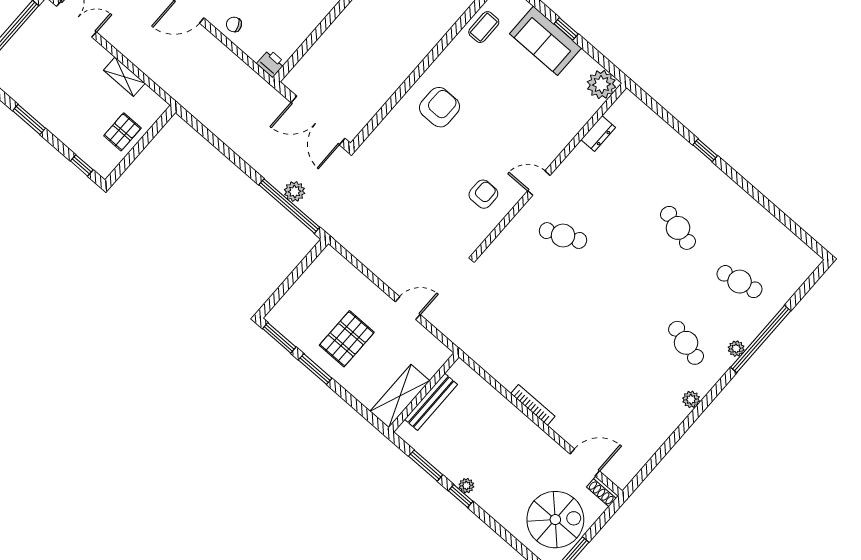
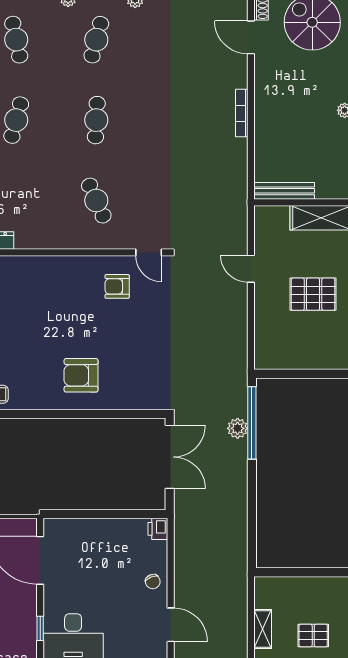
pallet: (122, 132) -> (313, 635), moved
door: (539, 183) -> (149, 252), moved
cafe table: (625, 289) -> (96, 120), added
bench: (431, 402) -> (284, 191), moved

